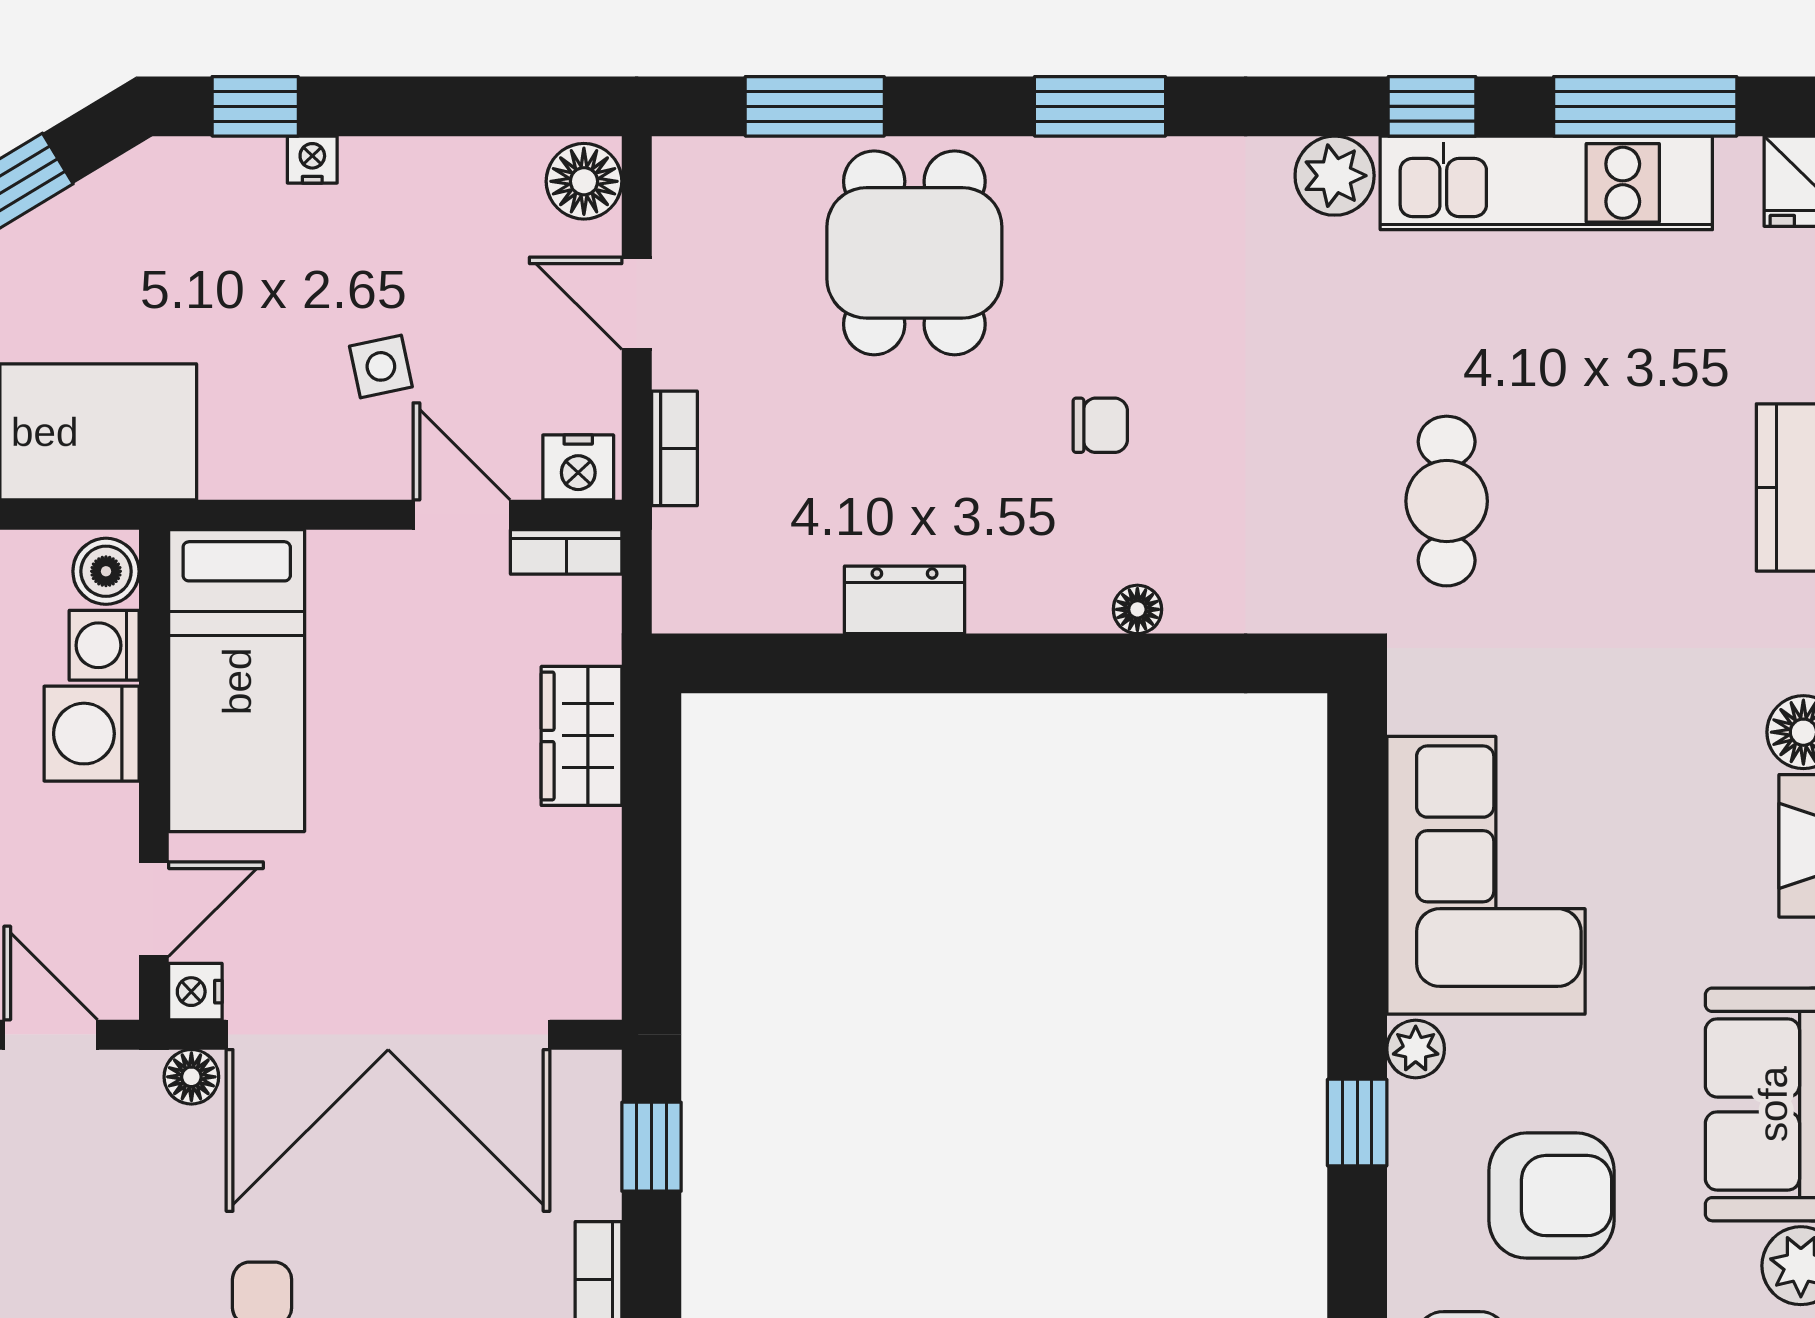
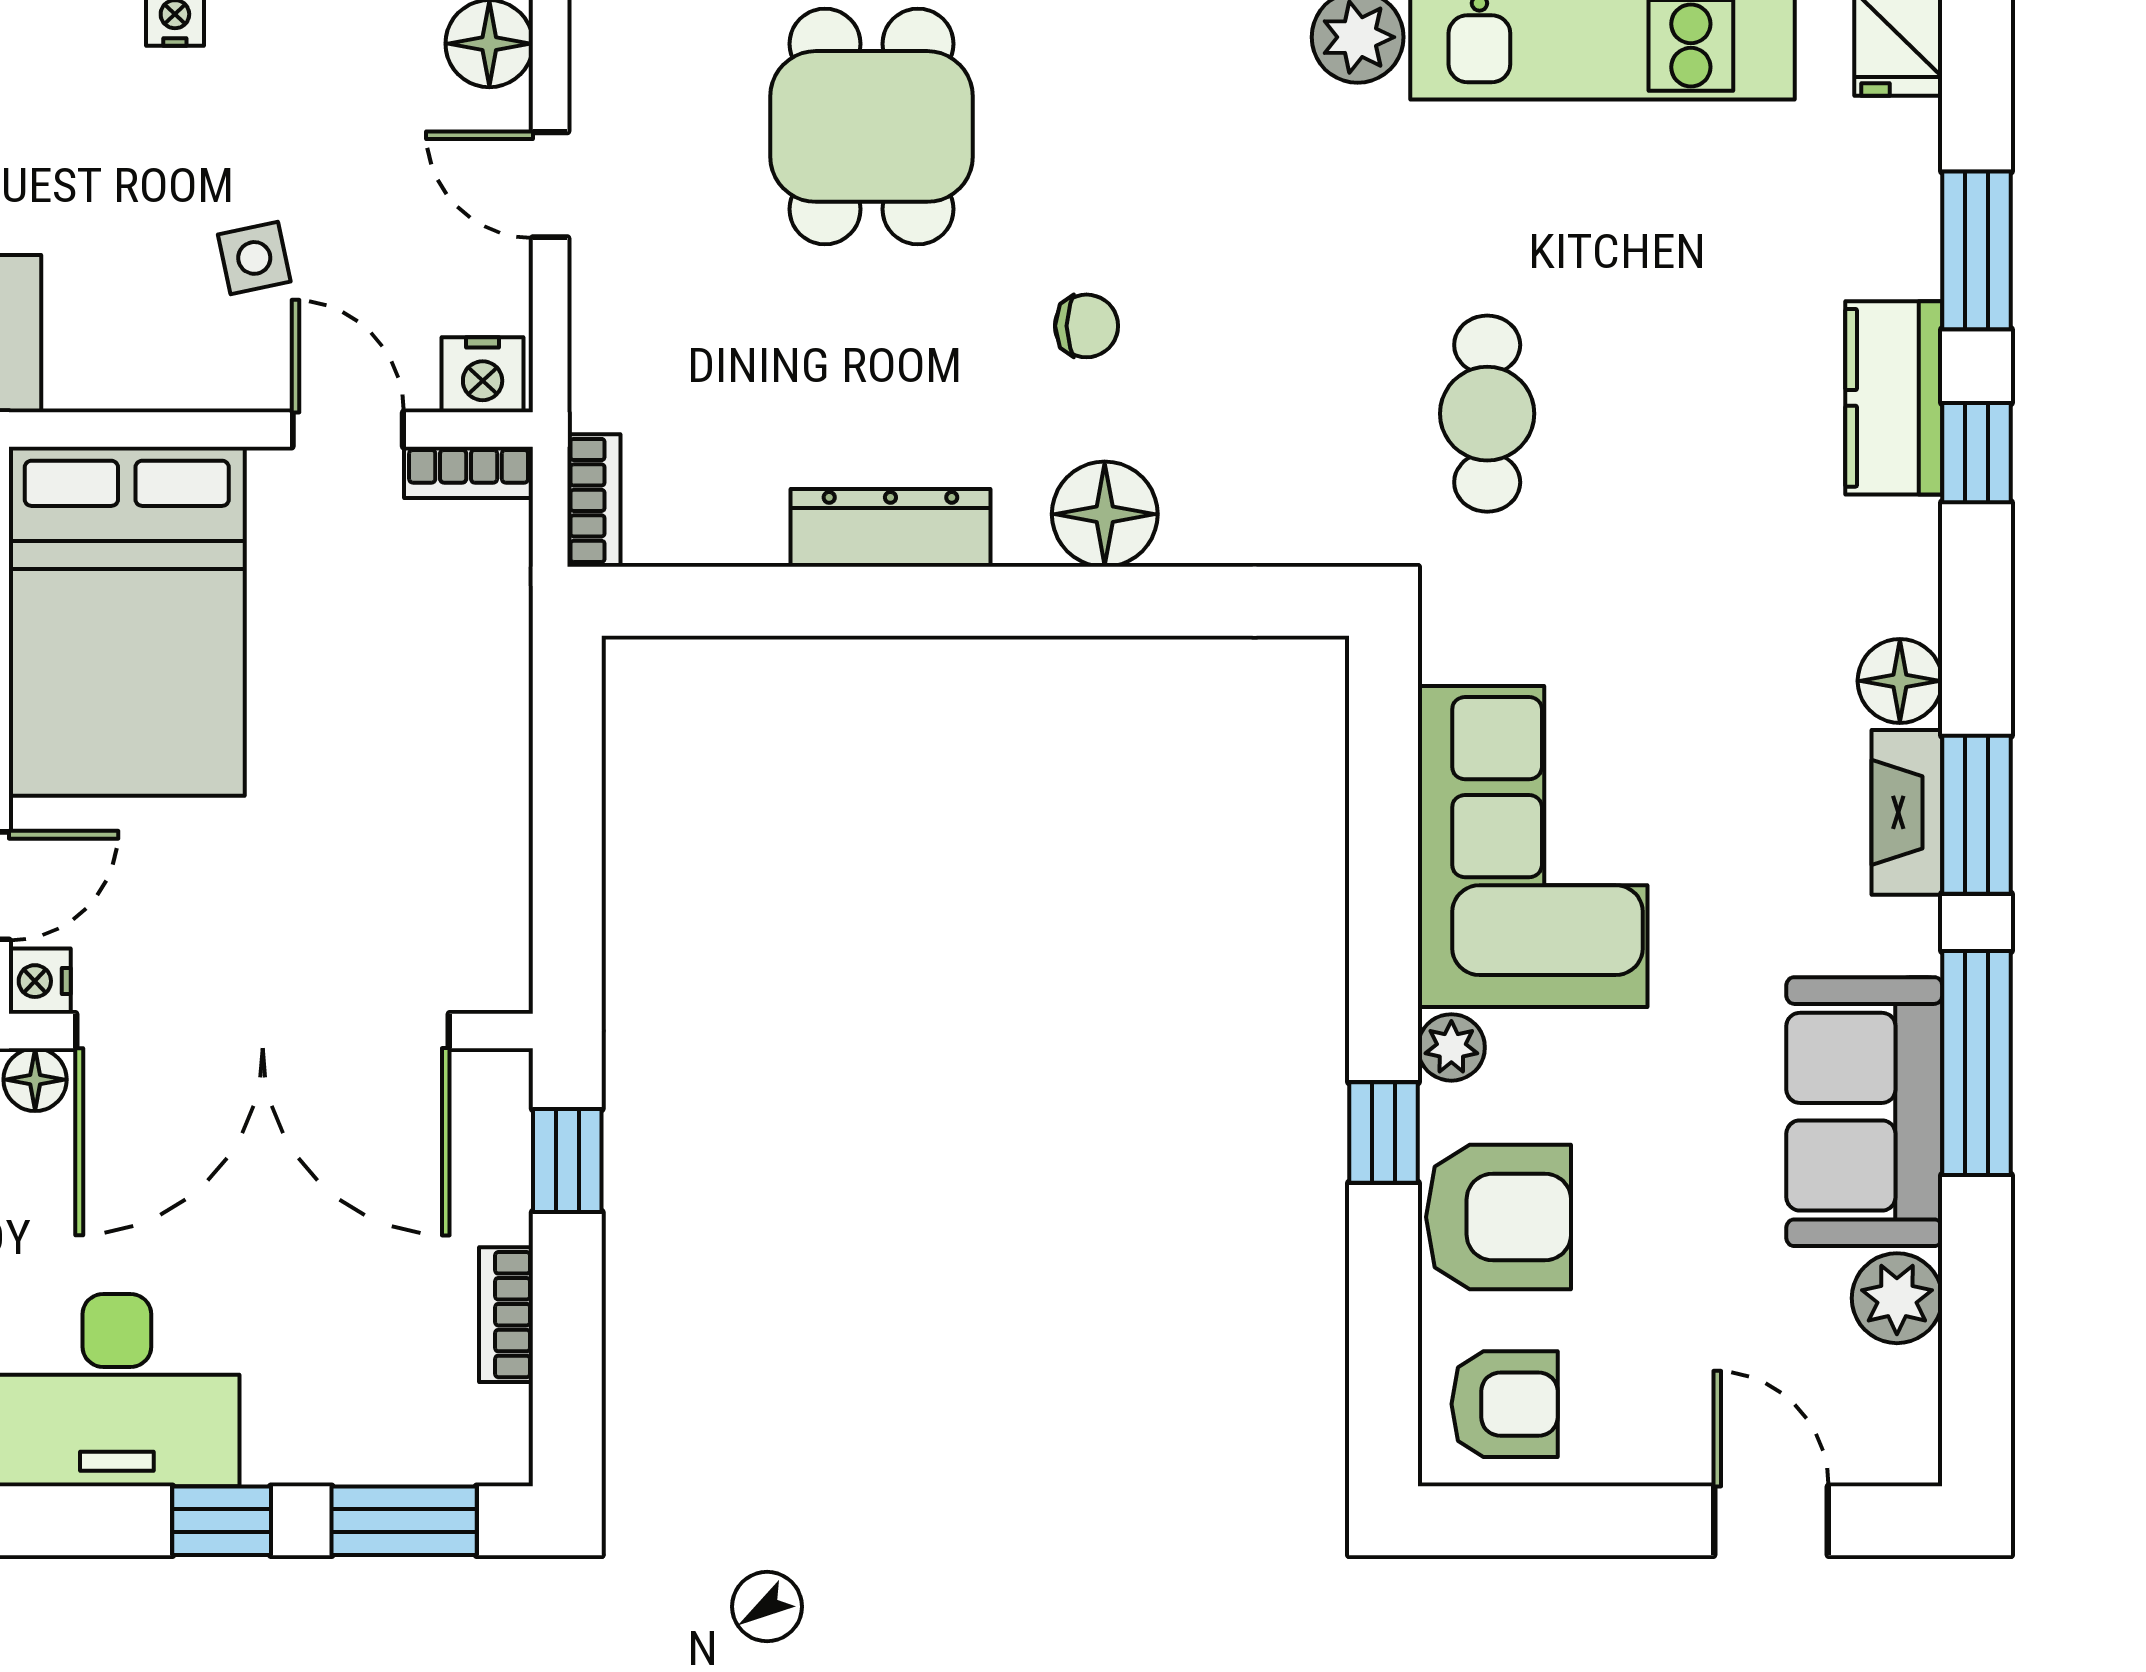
bookcase: (674, 448) -> (594, 500), moved
dresser: (905, 600) -> (890, 528), width x1.44
floor lamp: (1137, 609) -> (1105, 514), width x1.89, depth x1.89
bed: (237, 681) -> (127, 621), width x1.50
wardrobe: (581, 736) -> (486, 685), removed
armchair: (1552, 1196) -> (1499, 1217), moved

